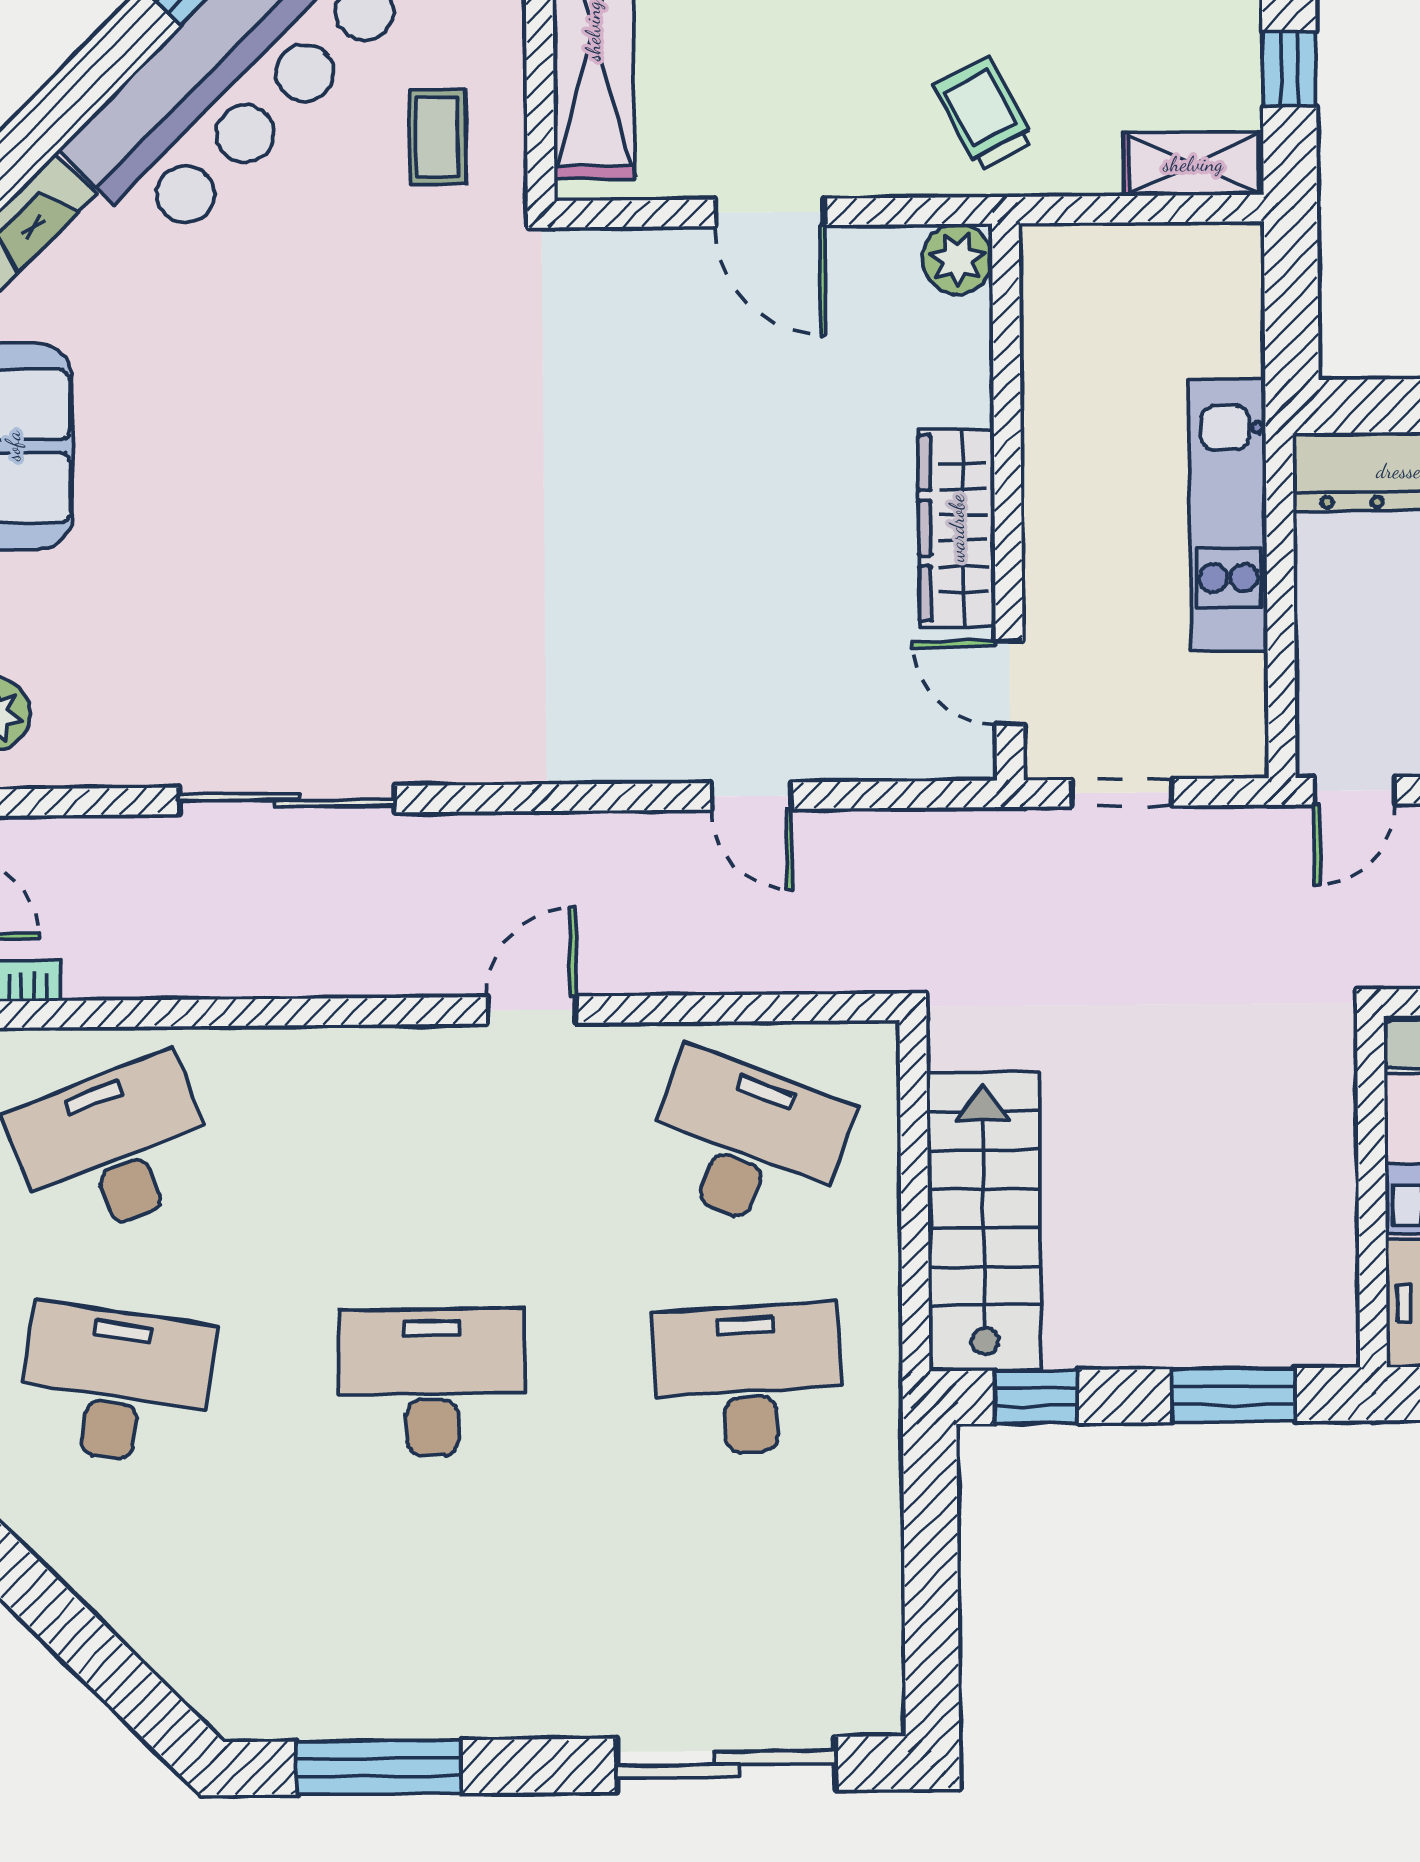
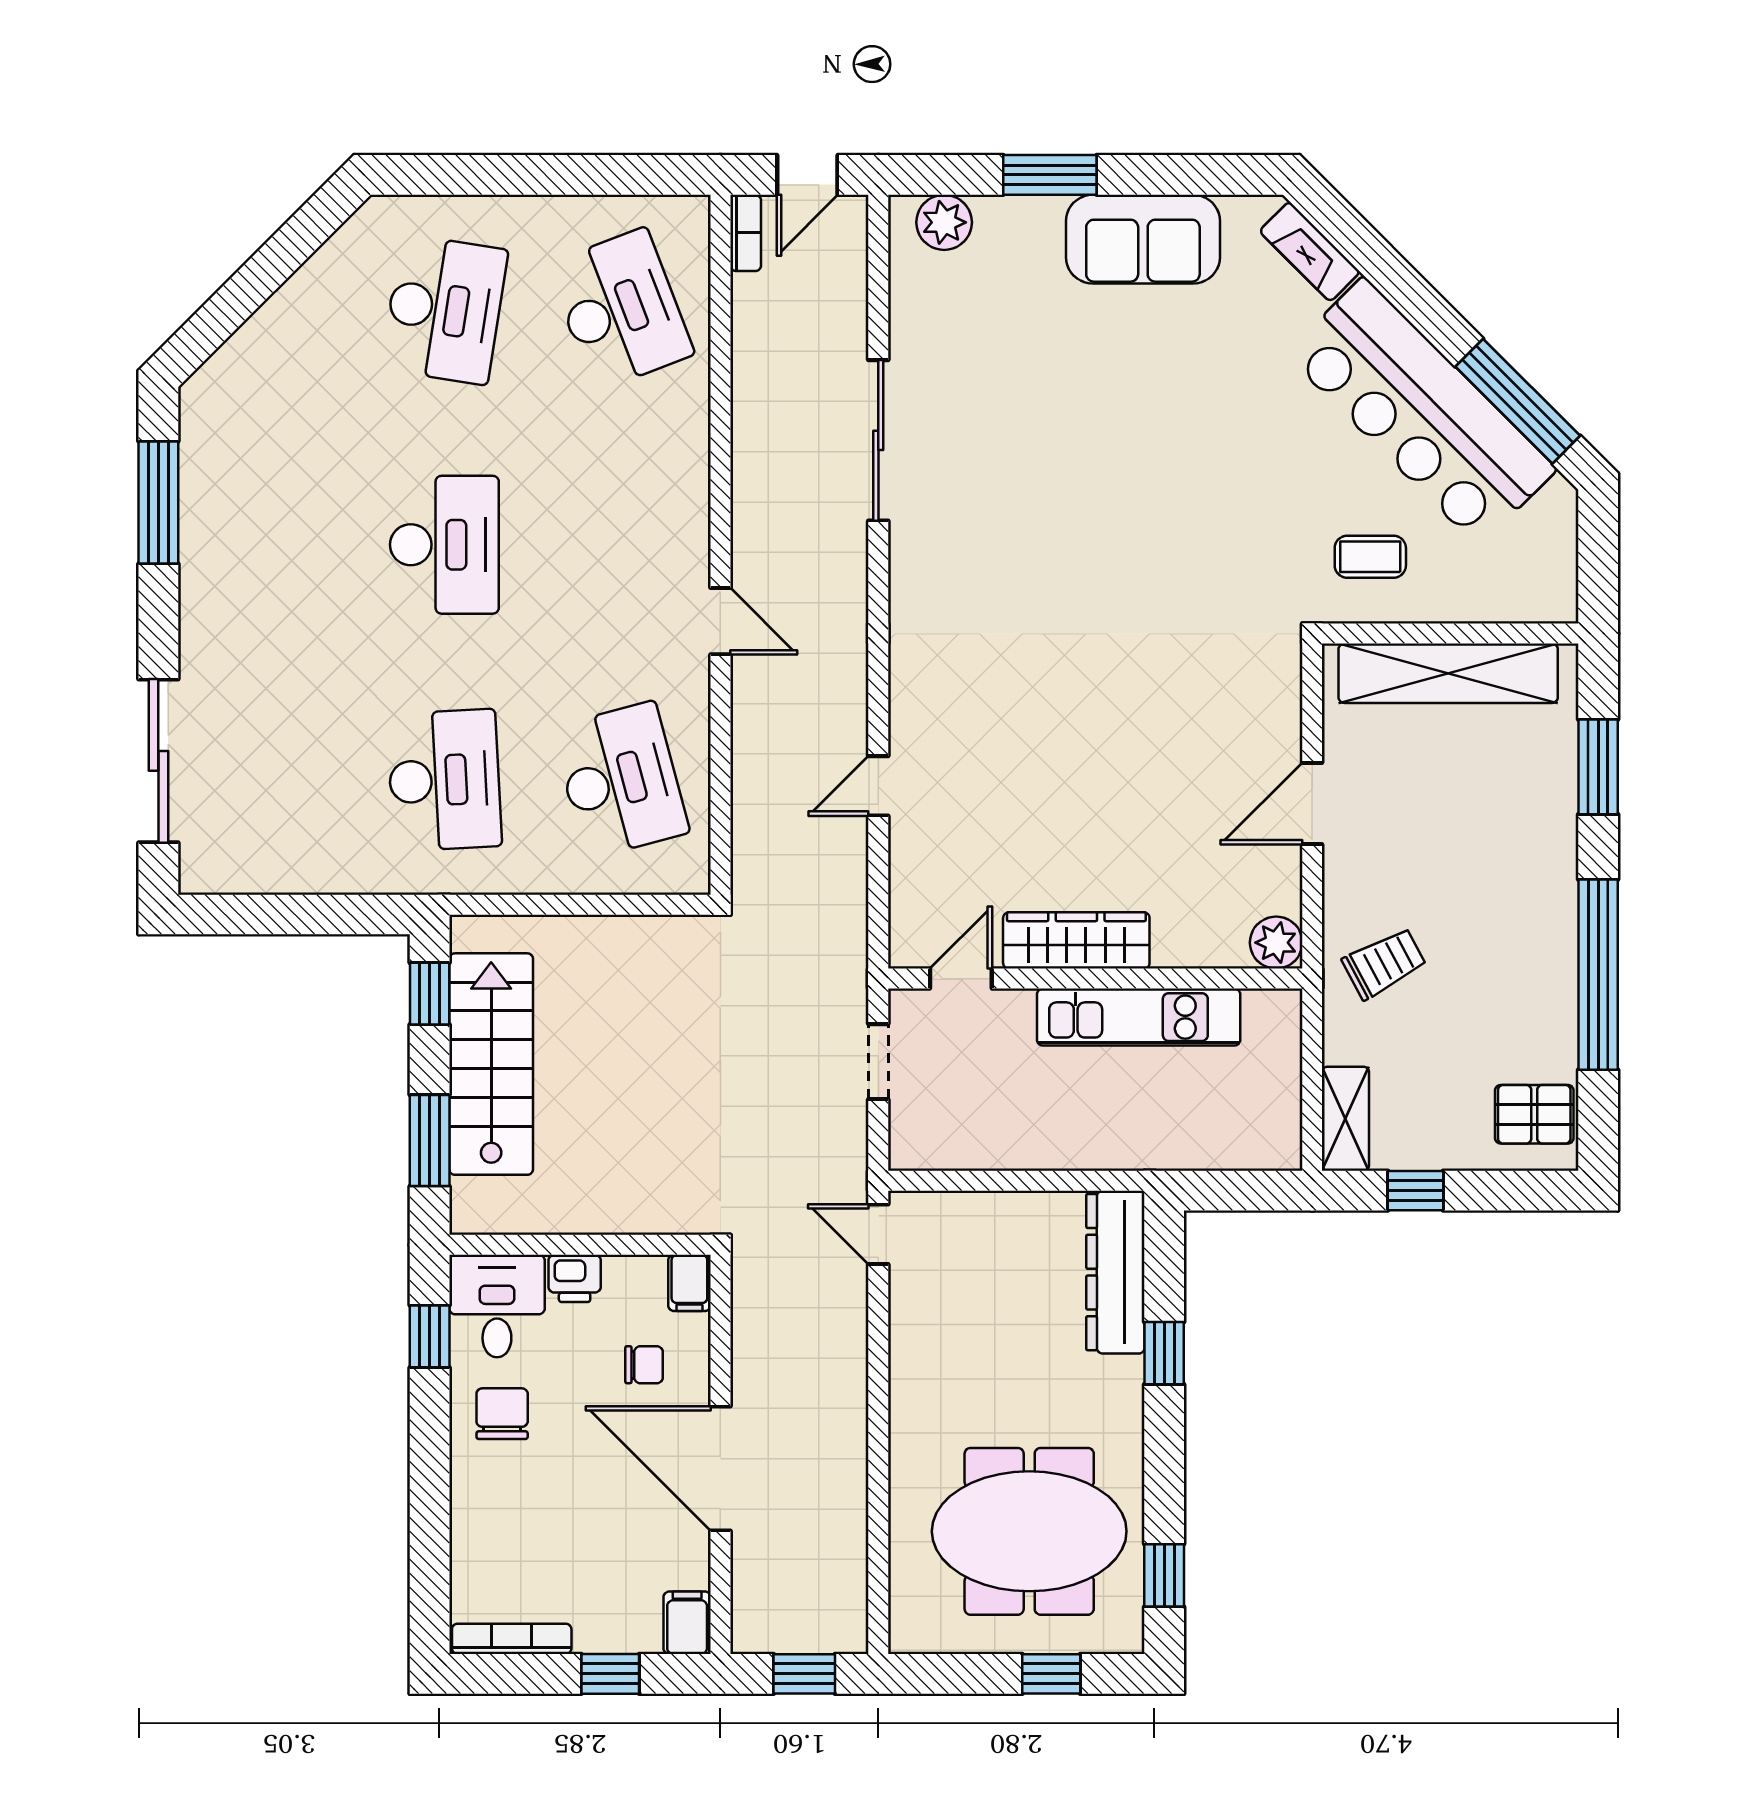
kitchen unit: (1228, 515) -> (1139, 1017), moved, turned 180
desk: (746, 1143) -> (620, 780), turned -36
stairs: (984, 1222) -> (491, 1064), moved, turned -90

